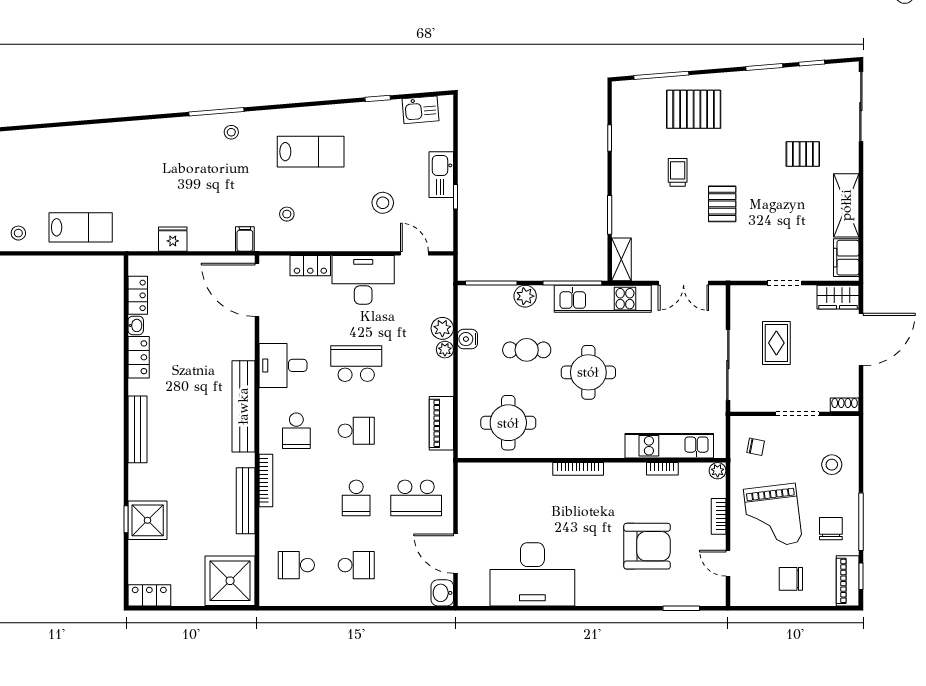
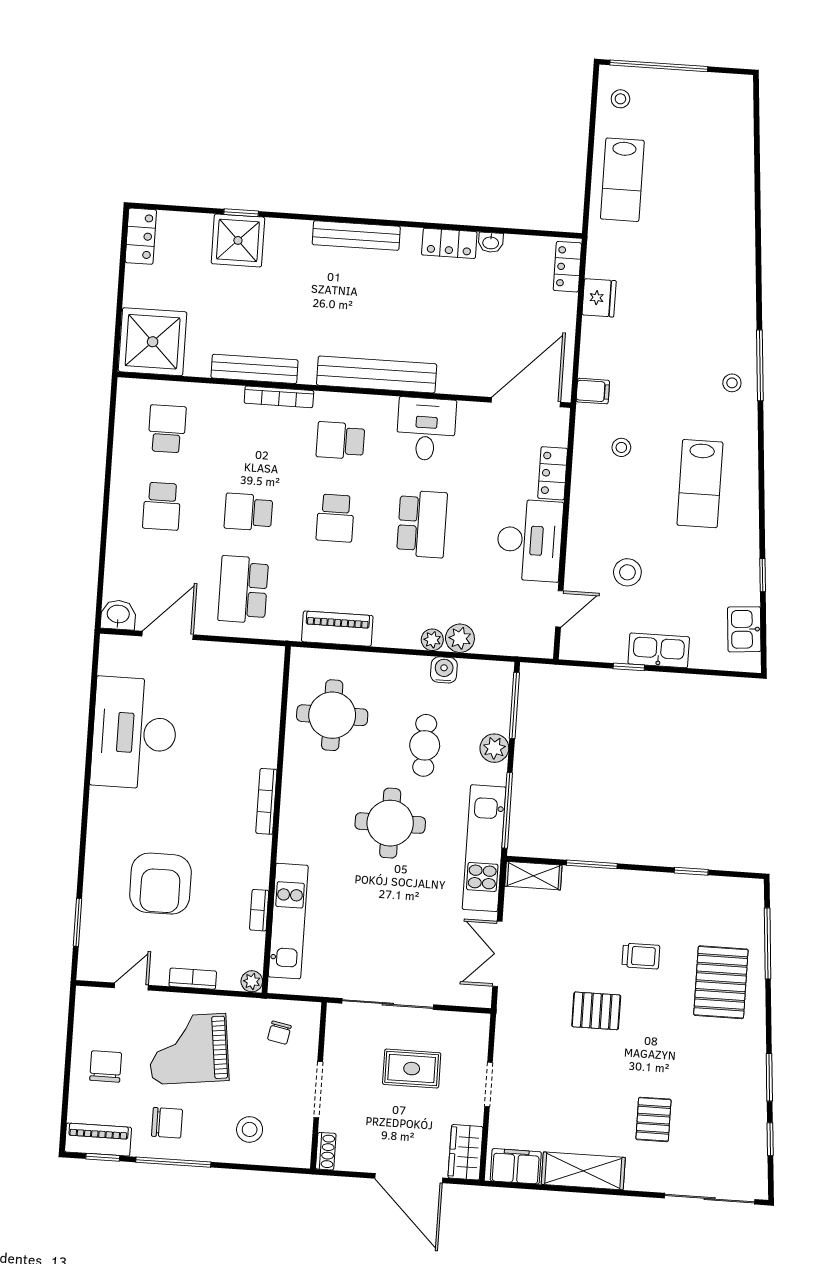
locker: (138, 295) -> (567, 267), moved, turned 90

